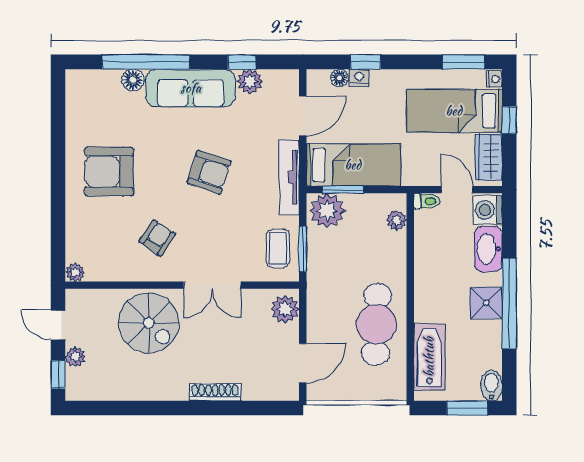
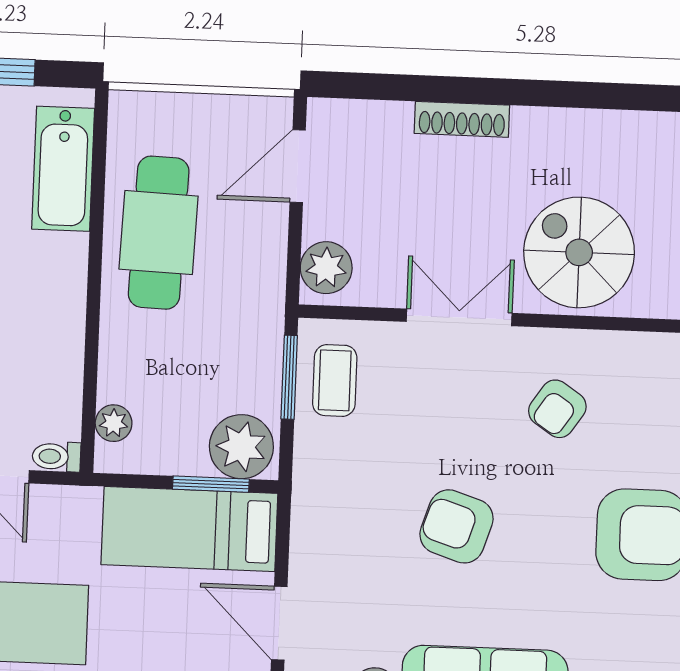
door: (303, 116) -> (279, 623), hinge flipped
tv unit: (289, 177) -> (309, 511), removed

